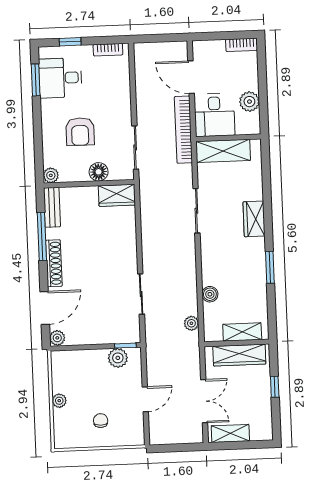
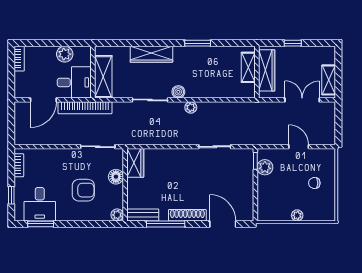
wardrobe: (254, 219) -> (151, 54), width x1.50
boiler: (210, 294) -> (178, 92), moved
plant: (191, 323) -> (191, 107), moved
plant: (57, 338) -> (247, 215), removed

